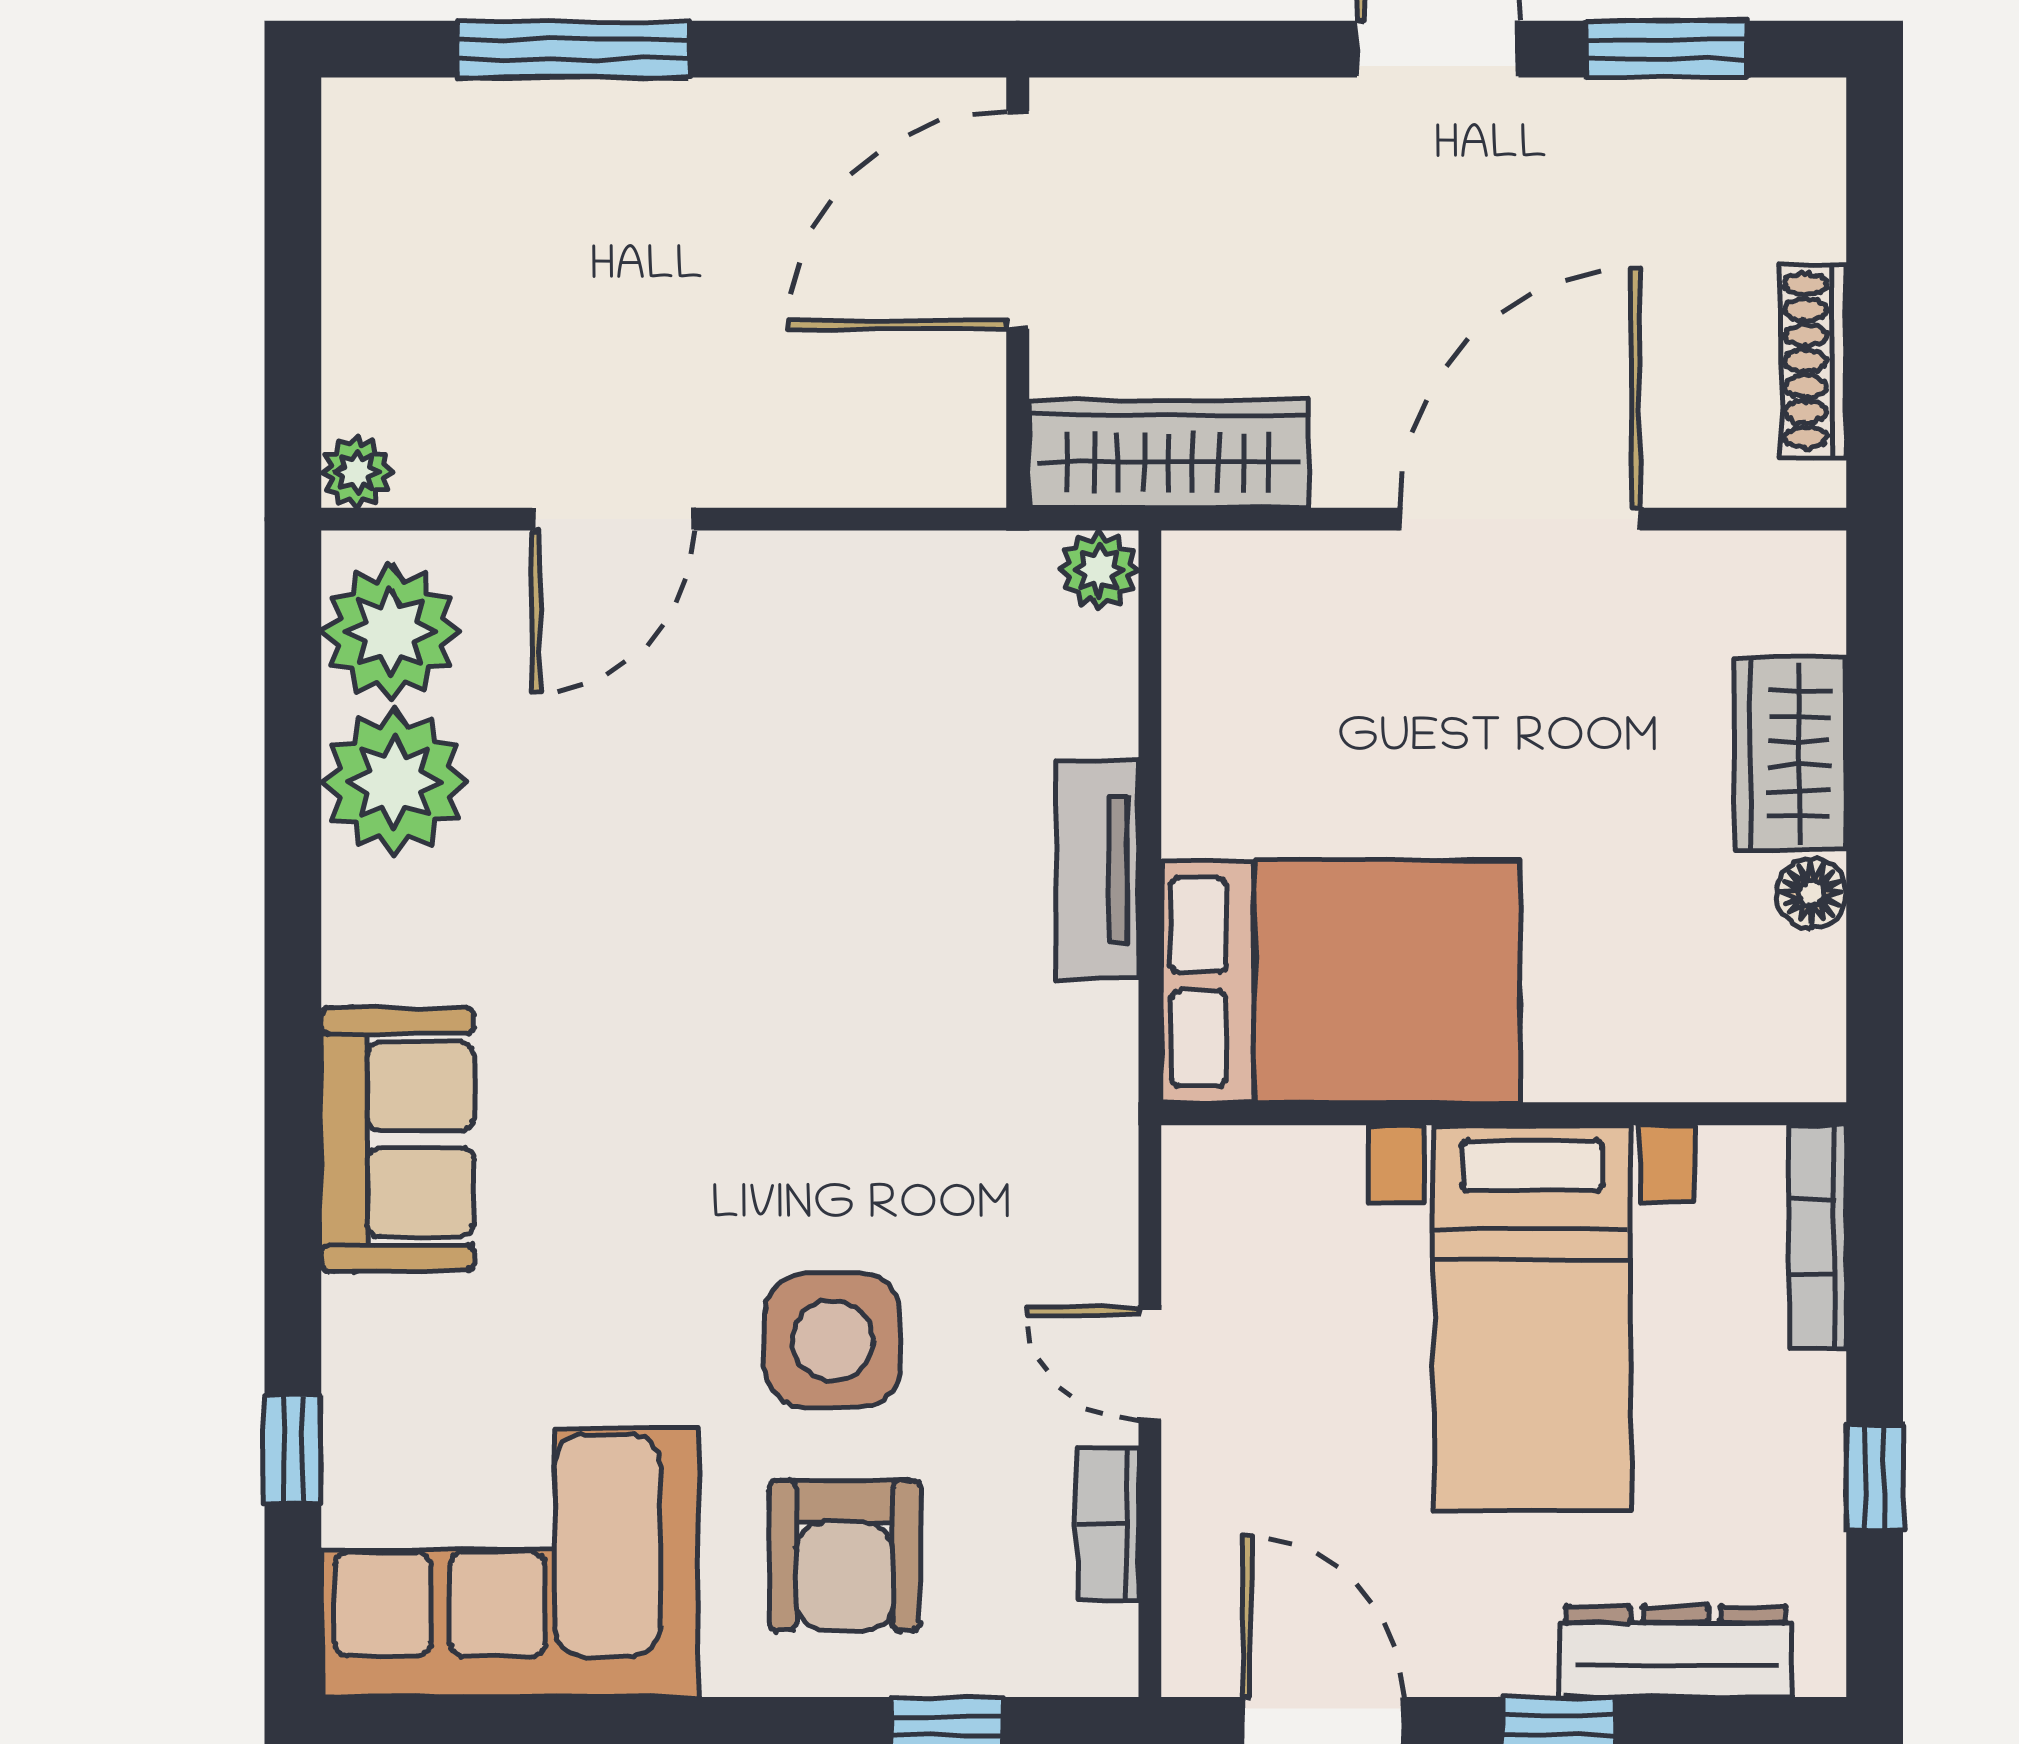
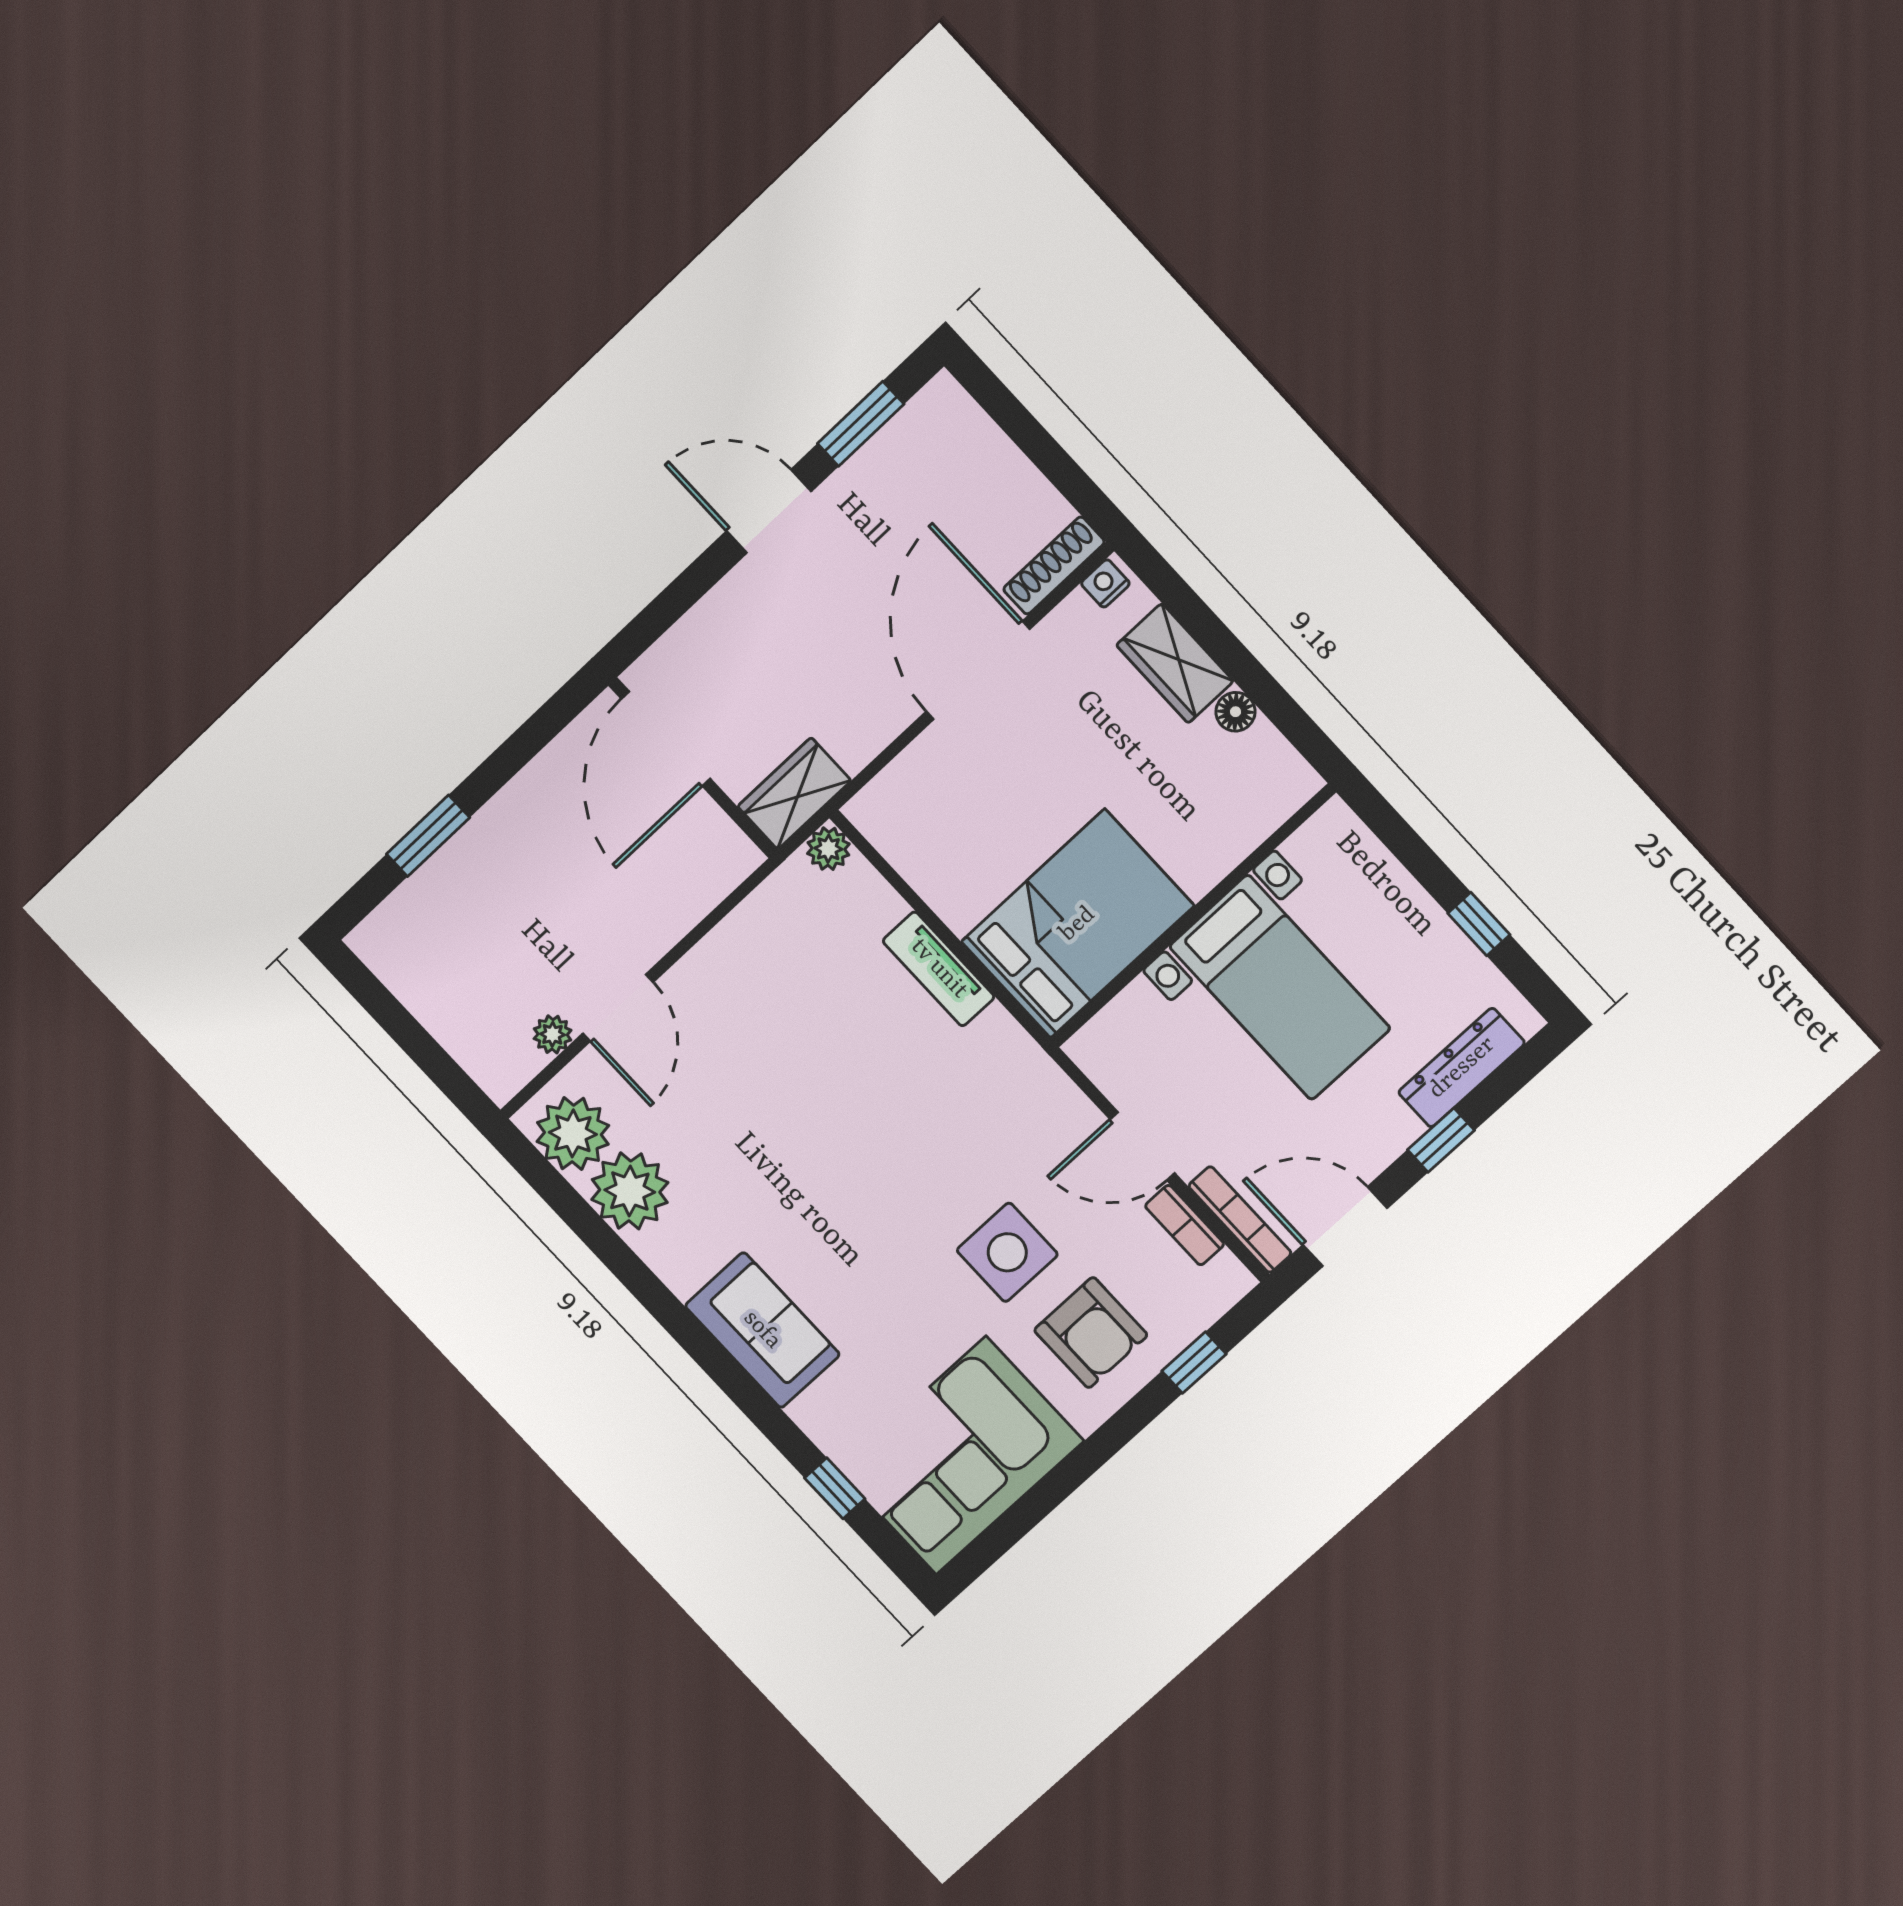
window: (573, 49) -> (428, 836), width x0.69
shoe rack: (1813, 361) -> (1054, 566), moved, turned 90
wardrobe: (1169, 454) -> (794, 794), width x0.67
plant: (357, 472) -> (553, 1034), moved
nightstand: (1795, 562) -> (1105, 583), added
bookcase: (1818, 1237) -> (1240, 1220), moved, turned 180
door: (1150, 1364) -> (1142, 1146), width x1.38

